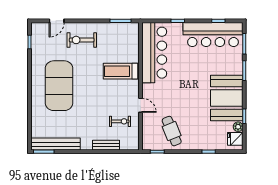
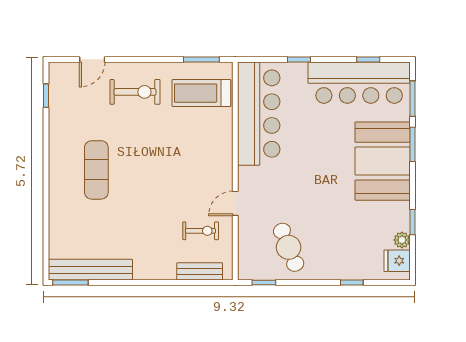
exercise bike: (82, 40) -> (135, 92), turned 180
treadmill: (120, 71) -> (201, 93), moved
exercise mat: (59, 86) -> (96, 170), width x0.50, depth x0.69
booth: (227, 98) -> (383, 161), moved
door: (140, 105) -> (235, 203), swing flipped
bench: (106, 145) -> (200, 271), moved

